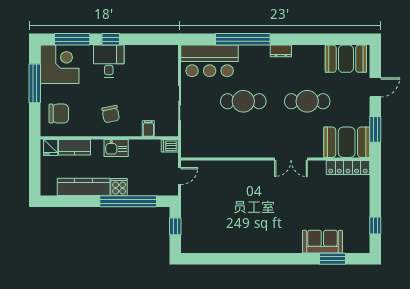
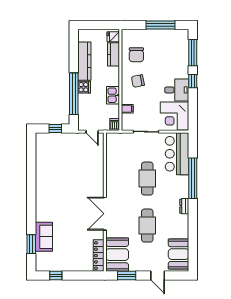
desk: (109, 61) -> (177, 90), moved
corner desk: (60, 64) -> (175, 116), moved, turned 90
chair: (59, 114) -> (136, 55), moved
kitchen sink: (116, 148) -> (113, 95), moved
double door: (291, 159) -> (105, 214), width x1.37

